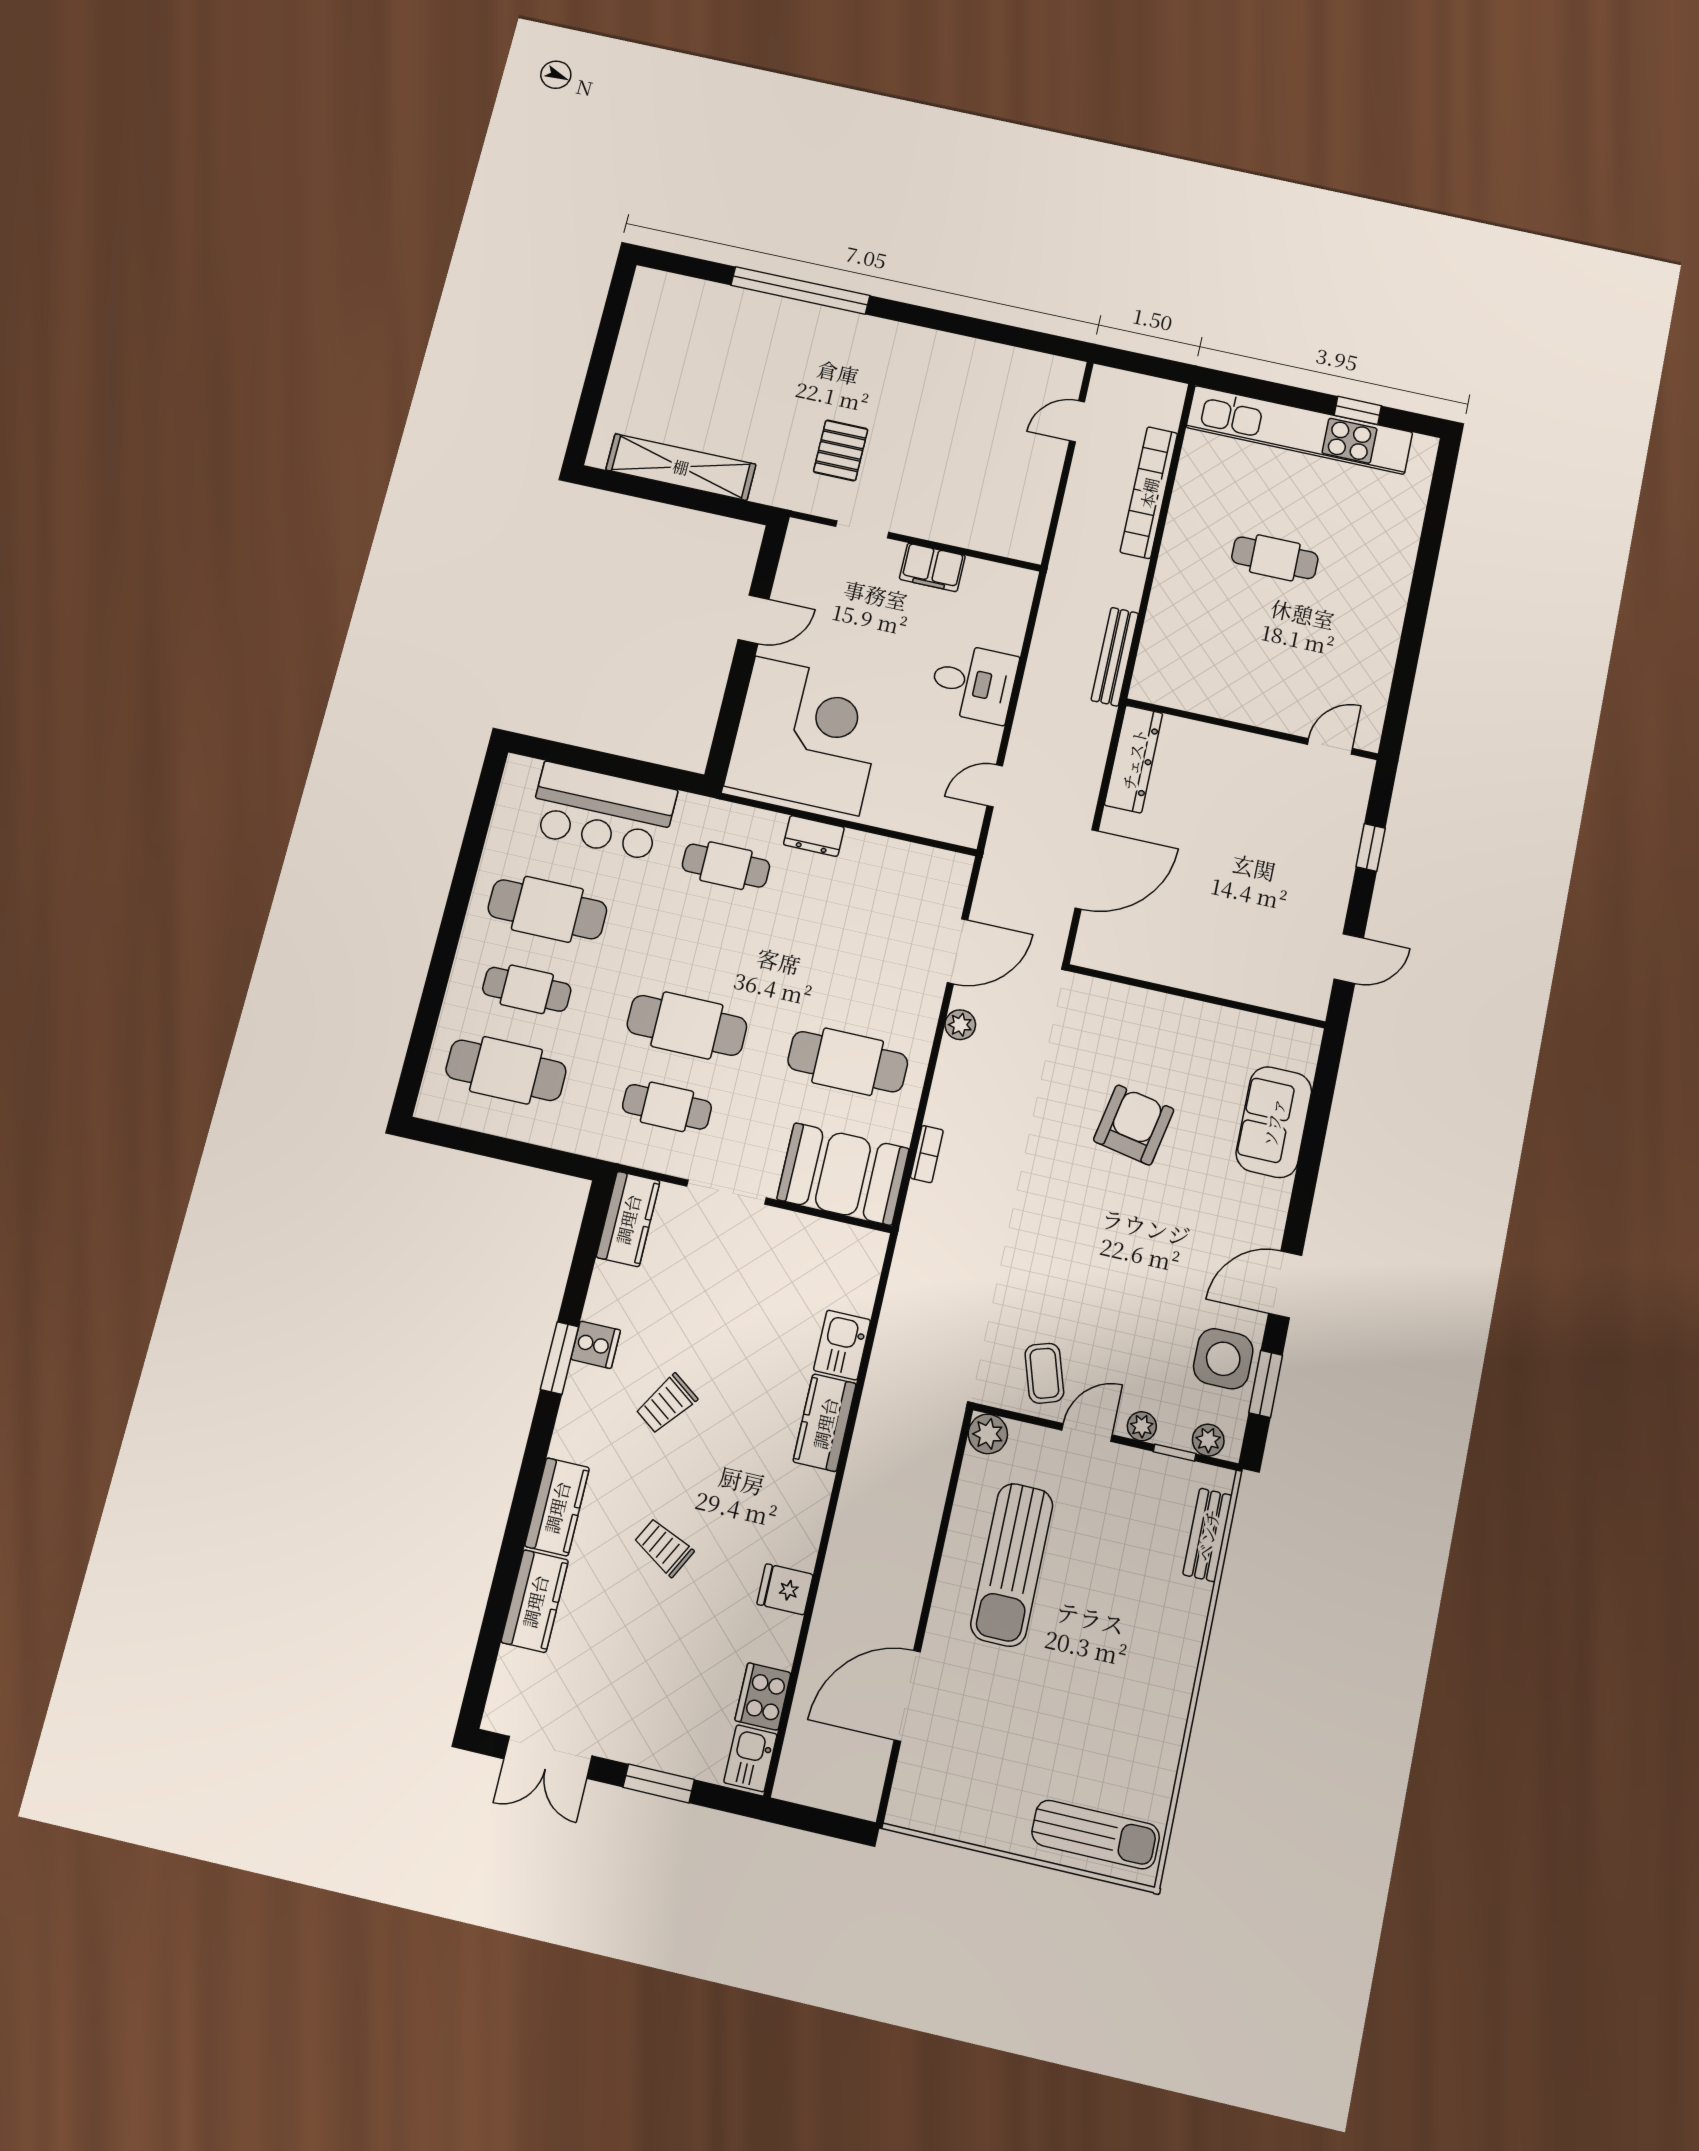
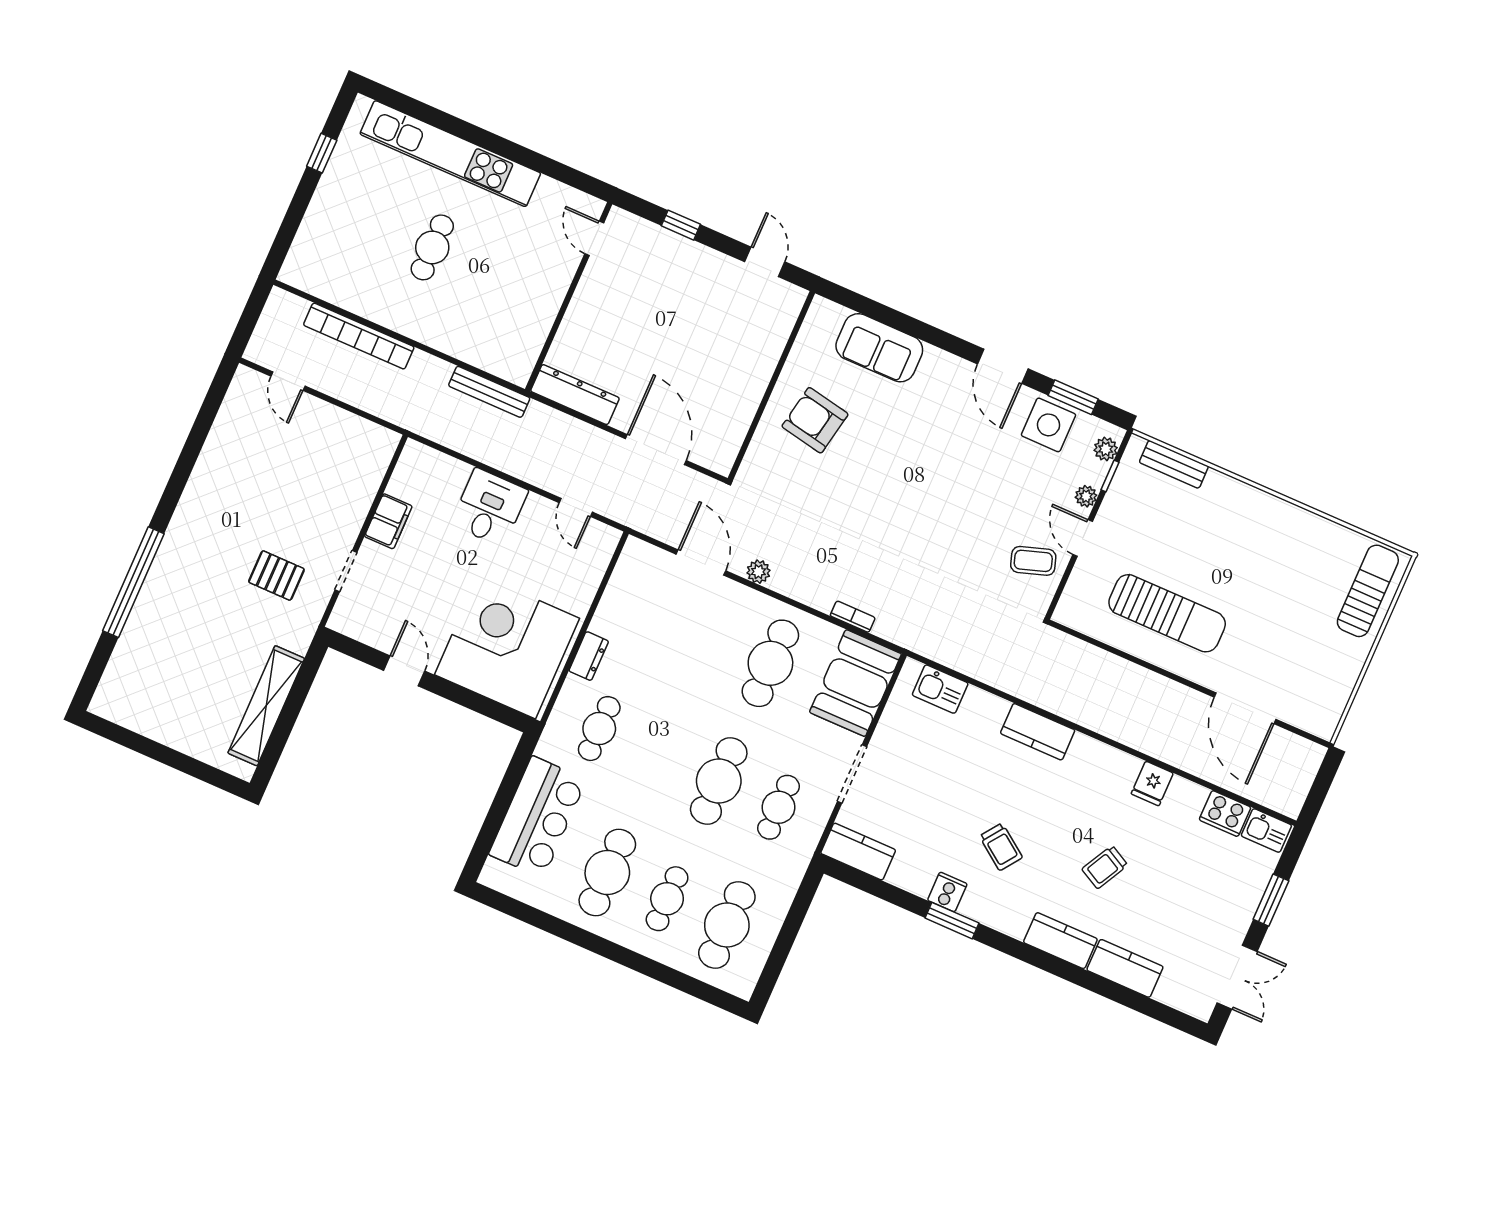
kitchen unit: (1299, 430) -> (450, 154), moved, turned 90
armchair: (1134, 1125) -> (815, 420), moved
kitchen sink: (842, 1345) -> (940, 689), moved
plant: (988, 1434) -> (1069, 612), removed

